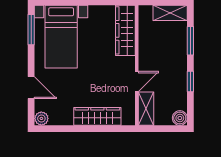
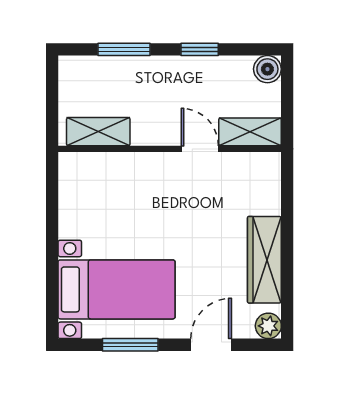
shelving: (170, 13) -> (98, 132), moved, turned 90
window: (31, 30) -> (130, 345), moved
wardrobe: (125, 30) -> (105, 170), removed
wardrobe: (97, 116) -> (264, 260), moved

